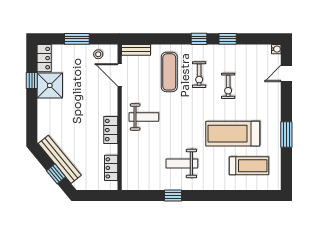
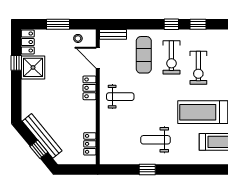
exercise bike: (199, 75) -> (171, 57), width x1.38, depth x1.39
exercise bike: (228, 86) -> (198, 68), width x1.38, depth x1.39
locker: (111, 130) -> (89, 88), moved

